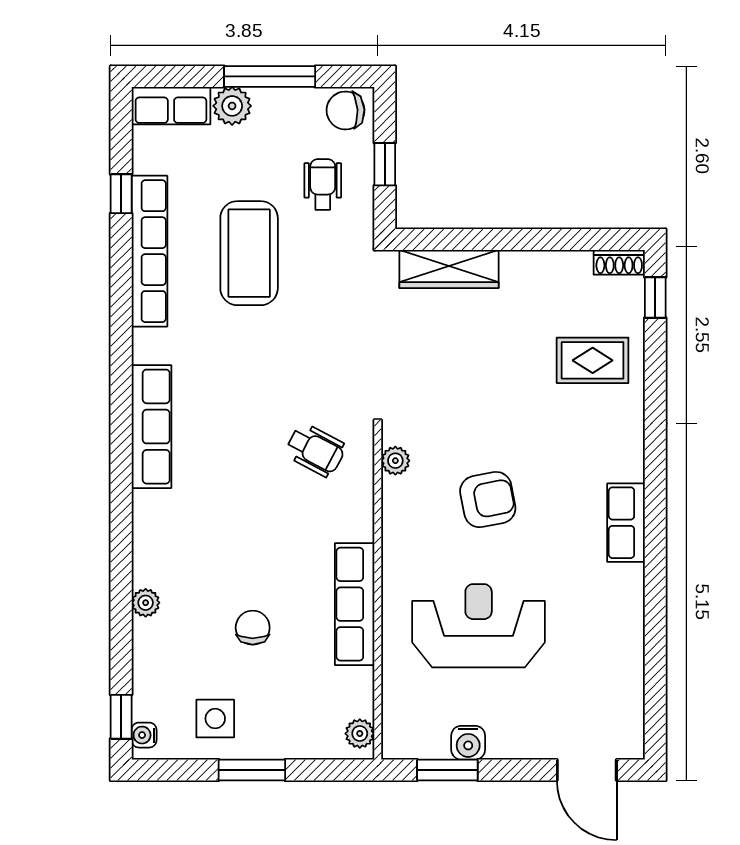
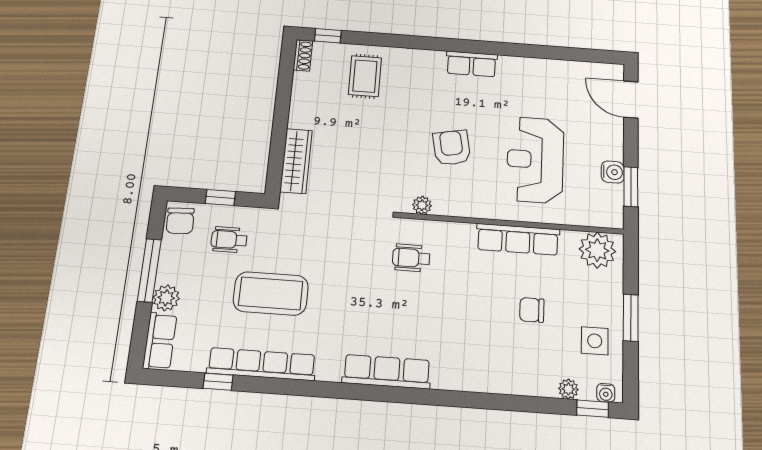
wheelchair: (315, 450) -> (411, 258), turned -118
plant: (146, 603) -> (568, 389), moved
plant: (360, 734) -> (597, 250), width x1.88, depth x1.88
door: (587, 770) -> (631, 100), swing flipped

